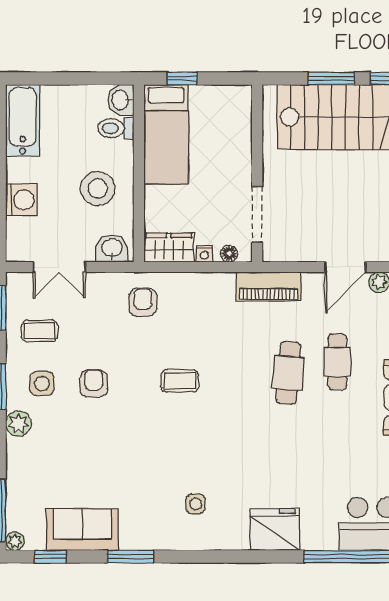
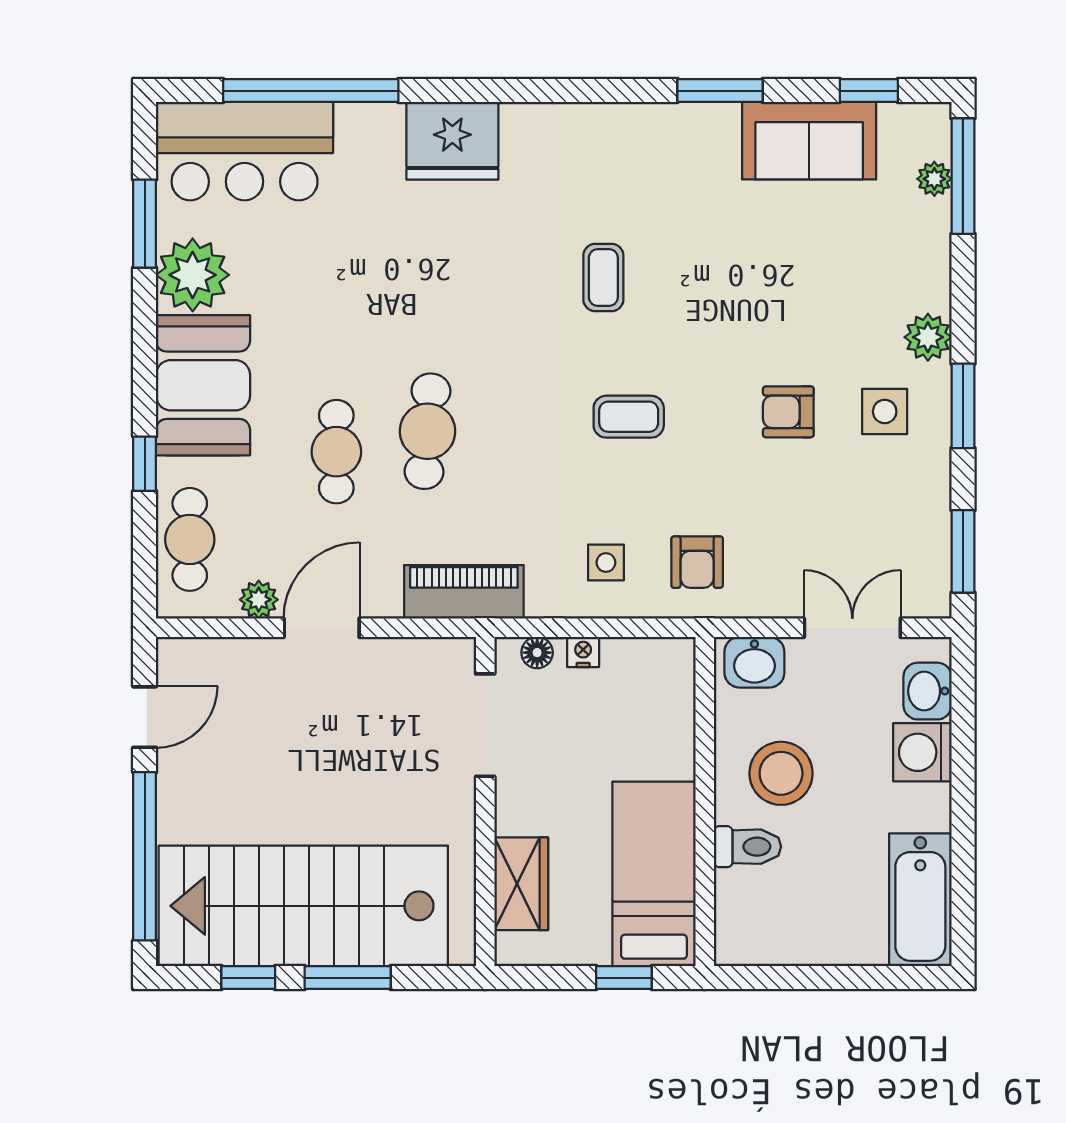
washbasin: (121, 100) -> (927, 691), moved, turned 180
toilet: (116, 128) -> (747, 847), moved
wardrobe: (169, 248) -> (521, 884), moved, turned -90
coffee table: (40, 331) -> (603, 278), moved, turned 90
armchair: (94, 383) -> (788, 412), turned 90
side table: (196, 504) -> (606, 563), moved
plant: (15, 541) -> (934, 179), moved

